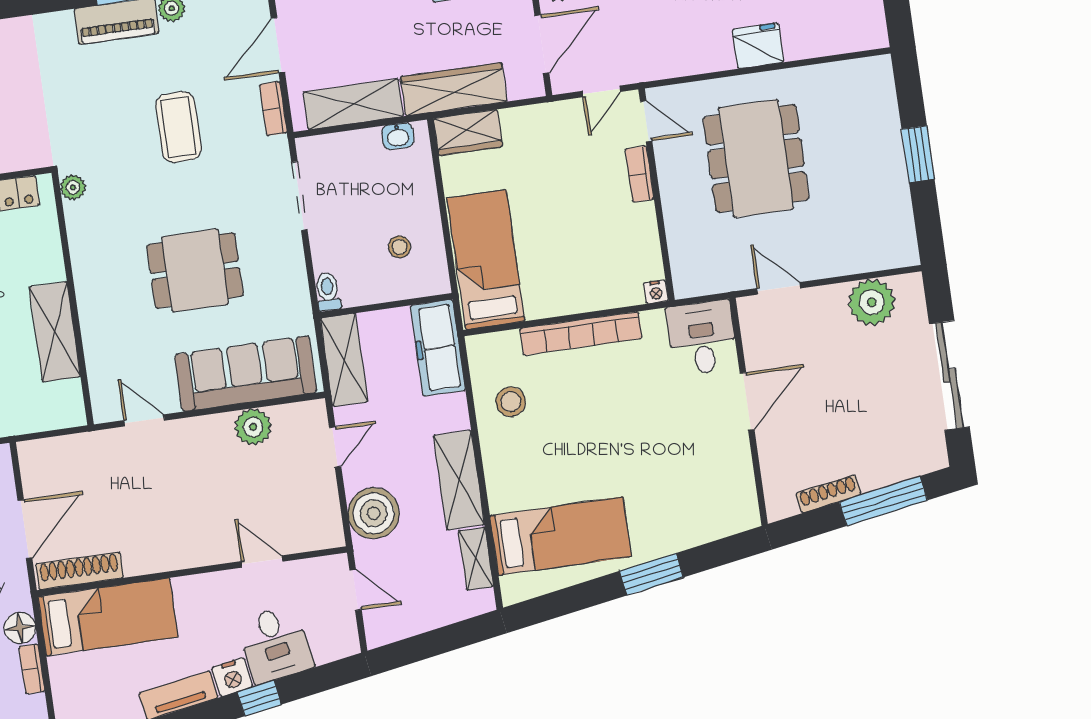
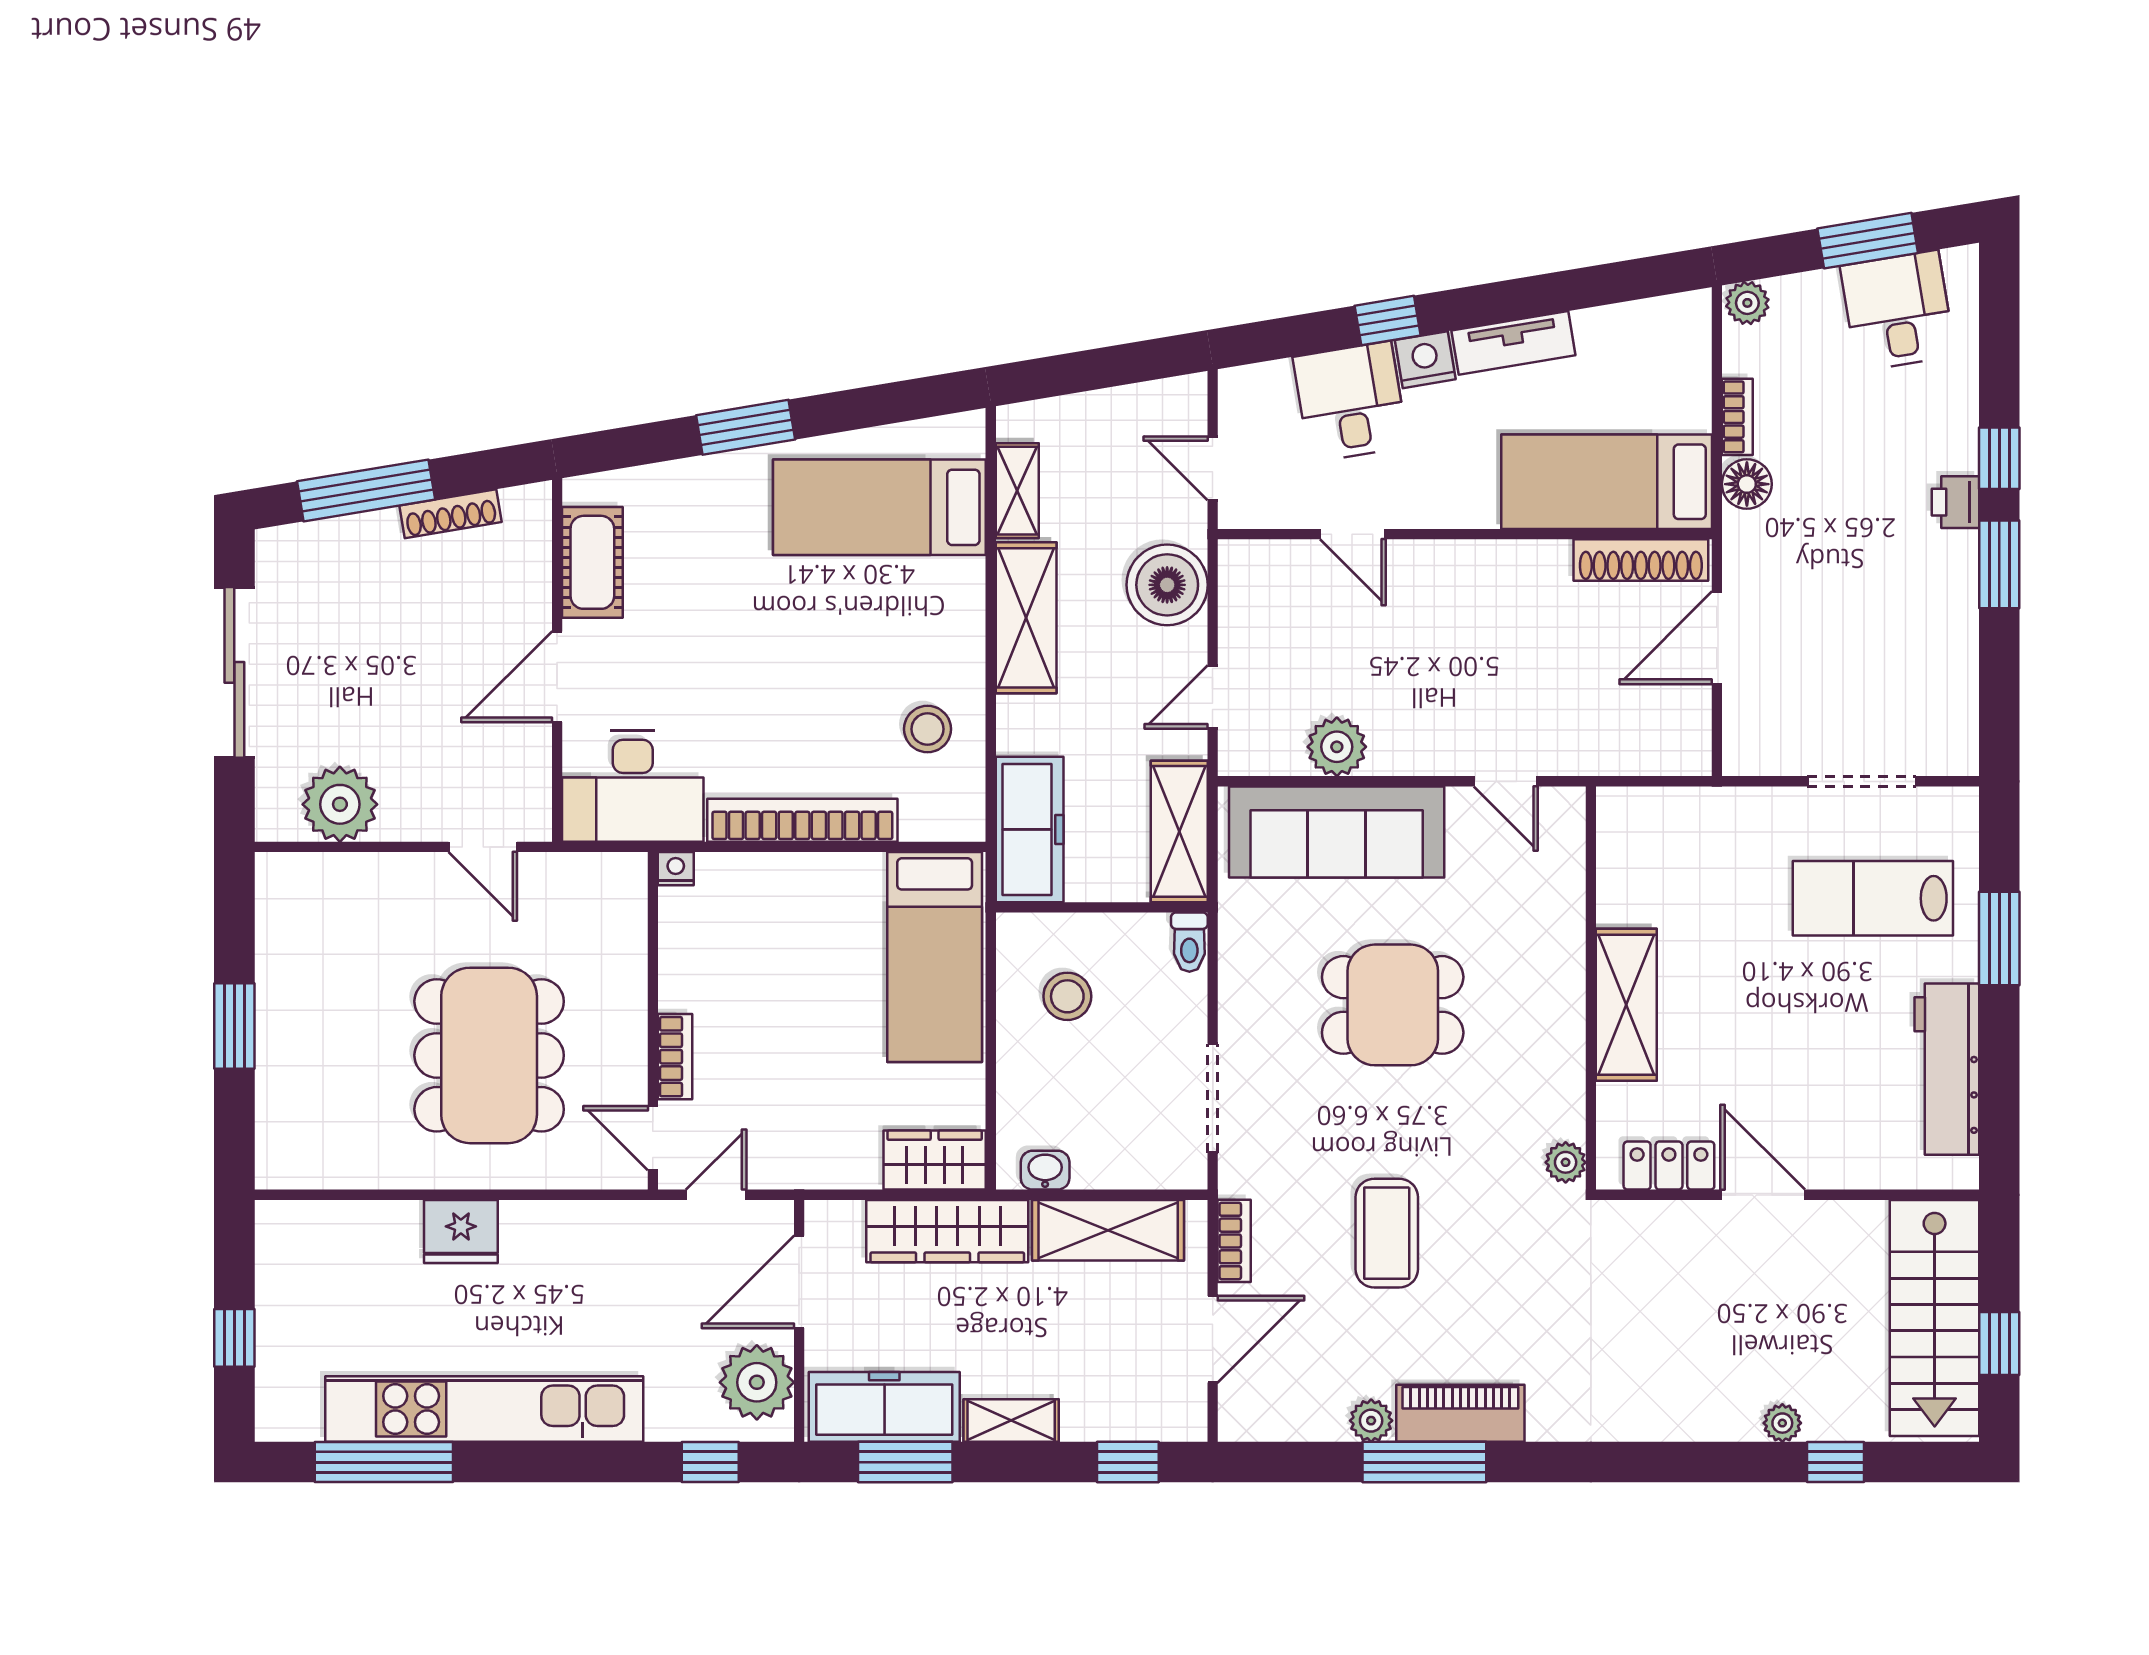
stool: (399, 247) -> (1067, 996), width x1.37, depth x1.37
shelving: (55, 332) -> (1626, 1005), moved
desk: (702, 338) -> (633, 786), width x1.37
cot: (735, 476) -> (592, 562), added

